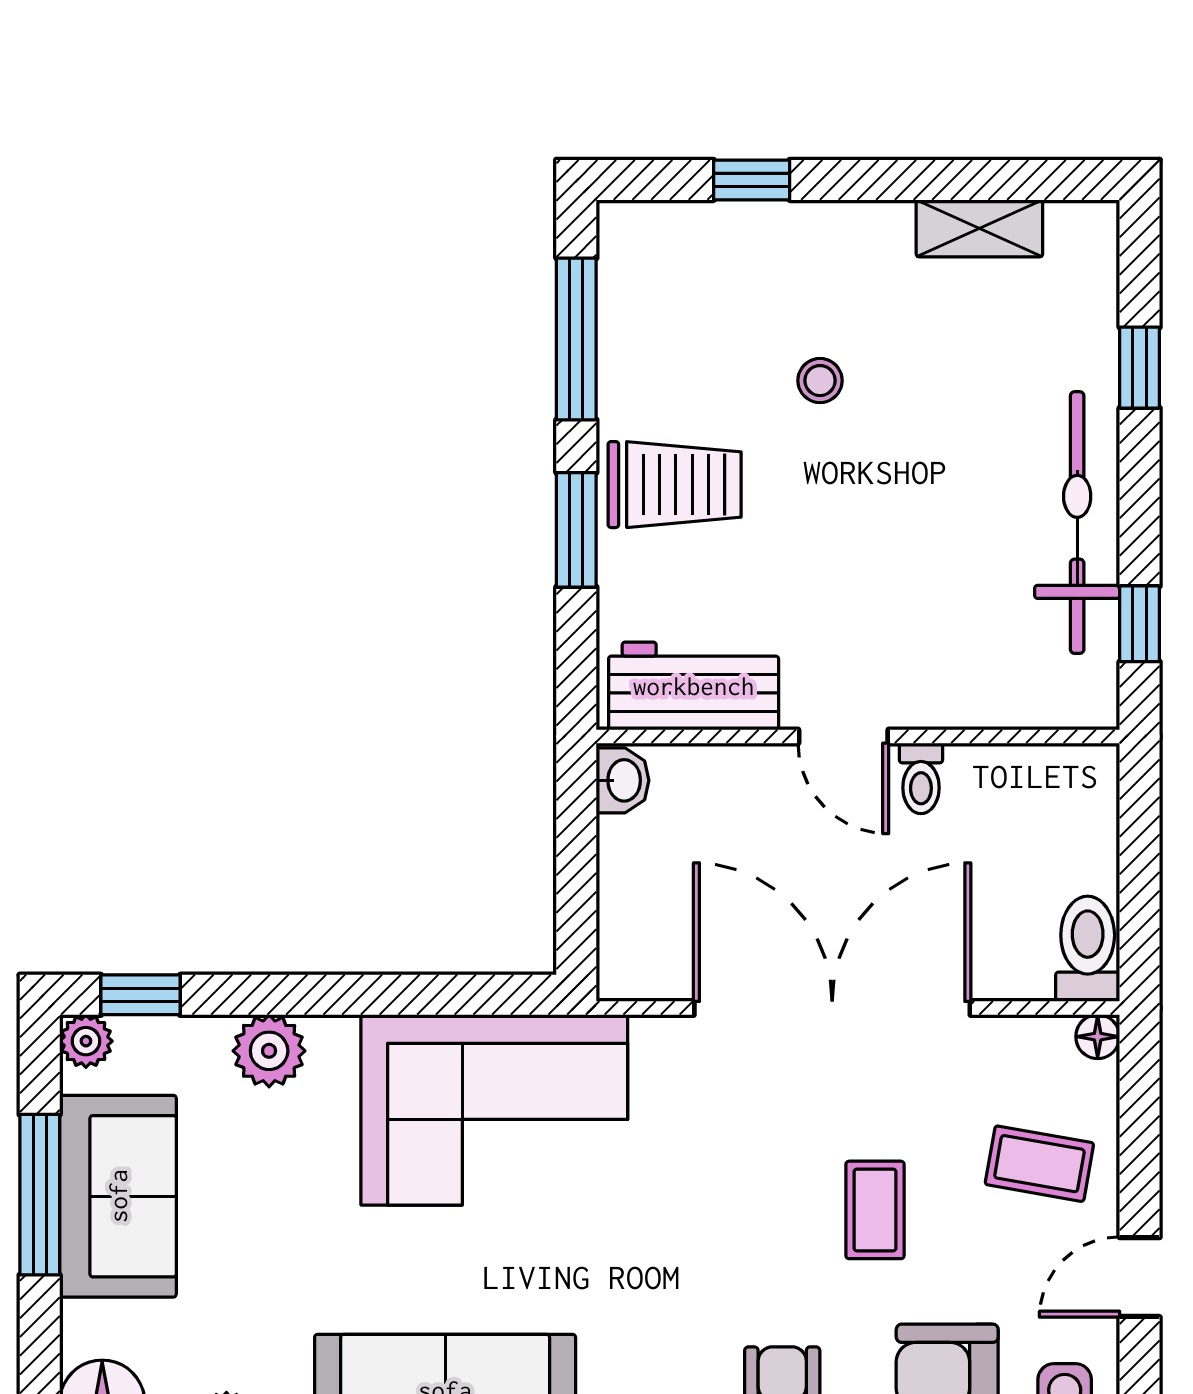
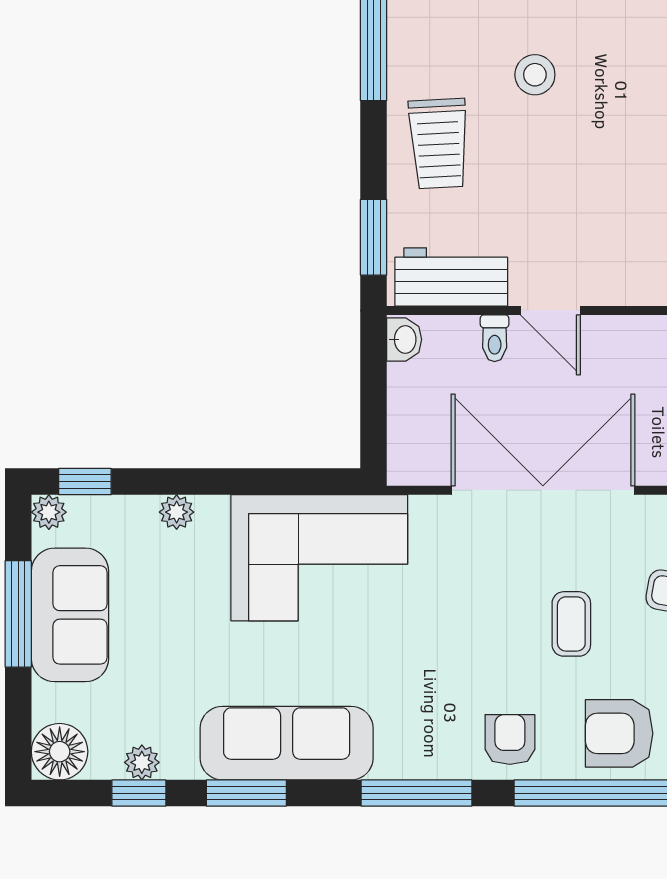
stool: (820, 381) -> (535, 75), width x1.37, depth x1.37
trolley: (675, 485) -> (439, 144), turned 87
window: (576, 530) -> (374, 237), moved
toilet: (921, 778) -> (495, 338), moved
plant: (269, 1051) -> (177, 512), width x0.73, depth x0.73

